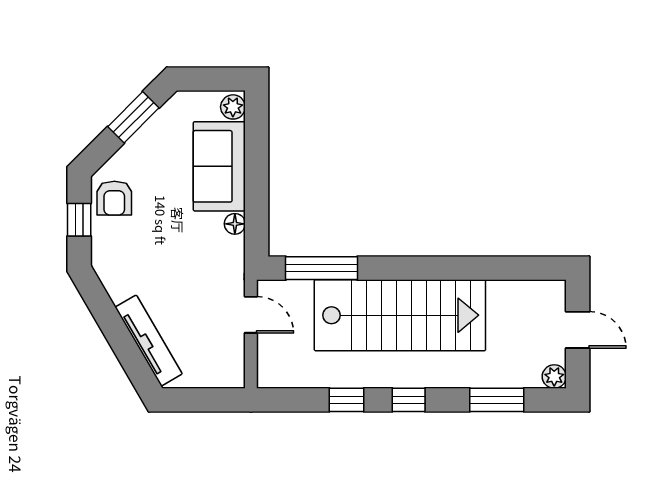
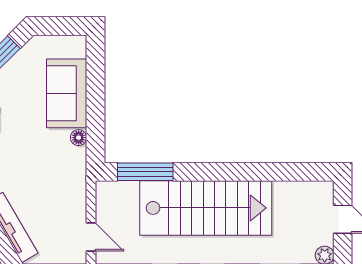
plant: (233, 107) -> (77, 48), removed
door: (251, 315) -> (91, 237), moved

